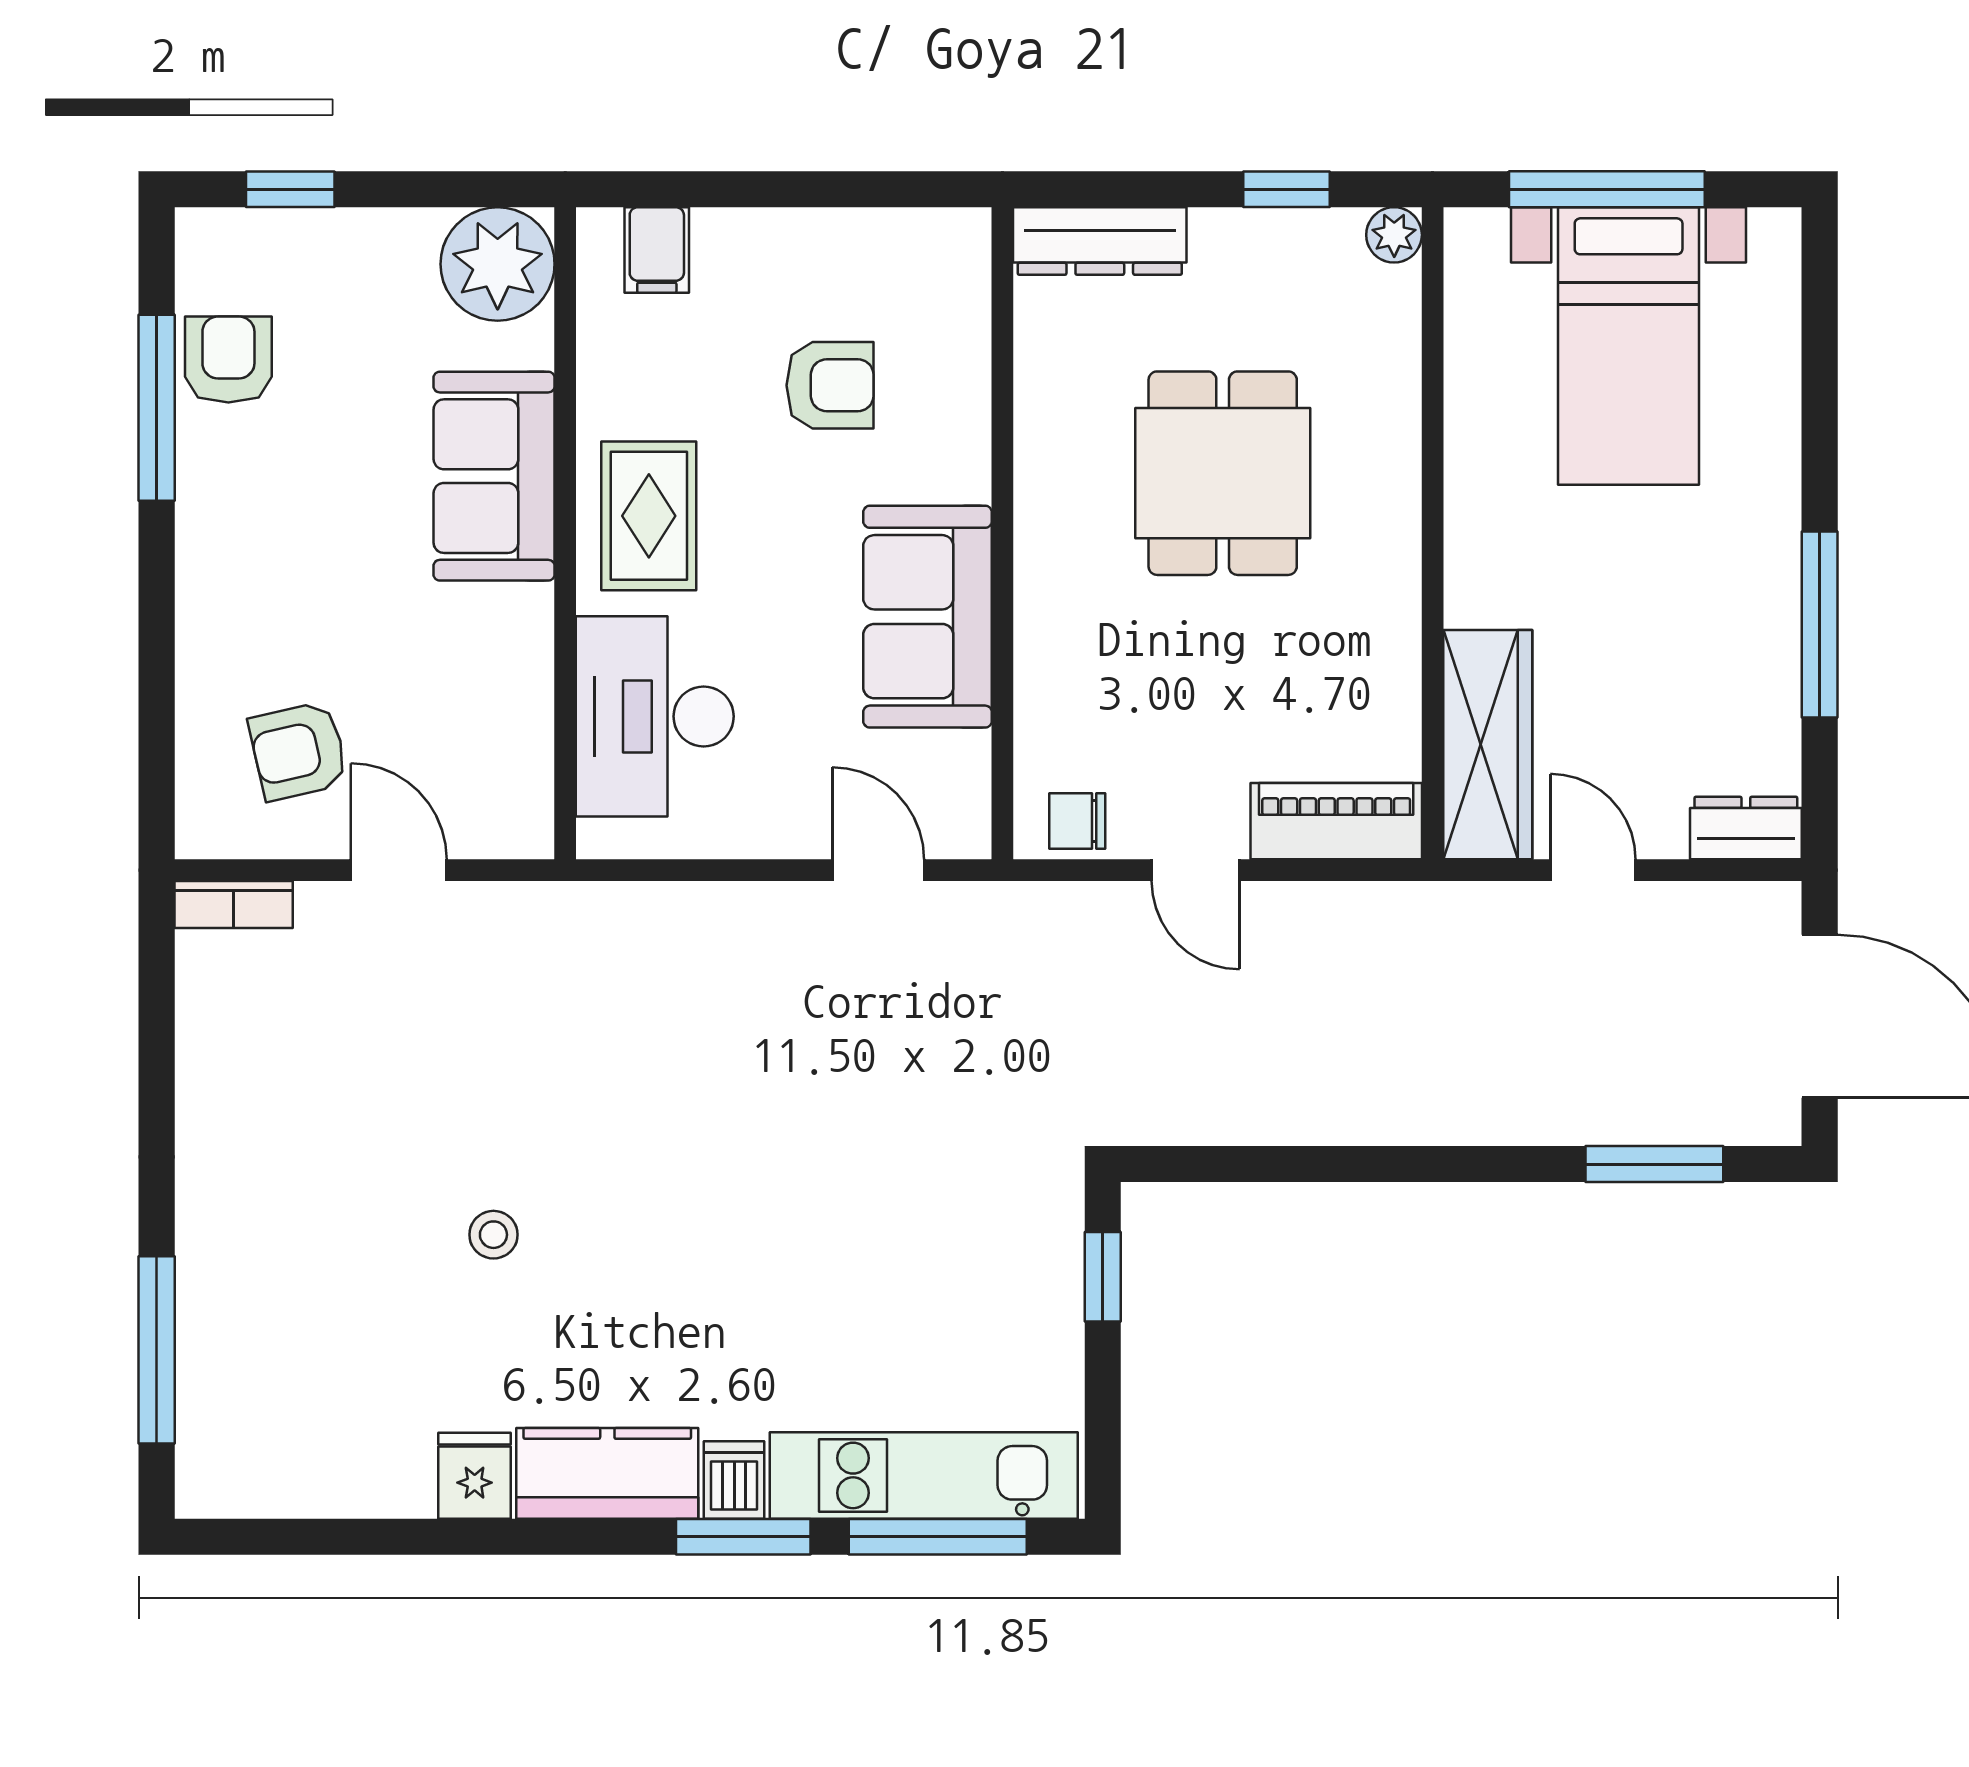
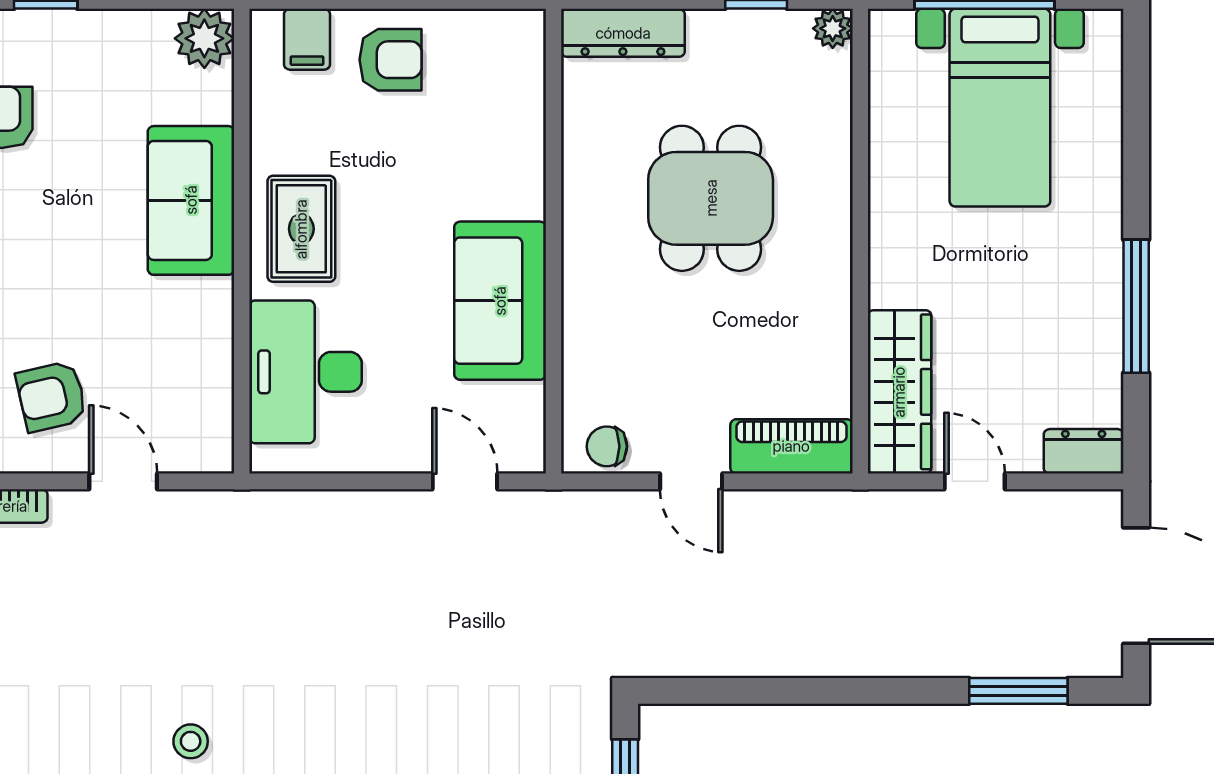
plant: (498, 264) -> (204, 38), width x0.73, depth x0.73
armchair: (830, 385) -> (391, 60), moved

